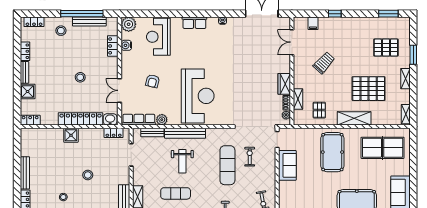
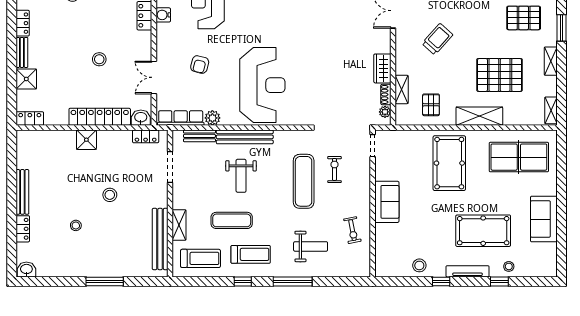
sofa: (287, 165) -> (387, 202), moved

